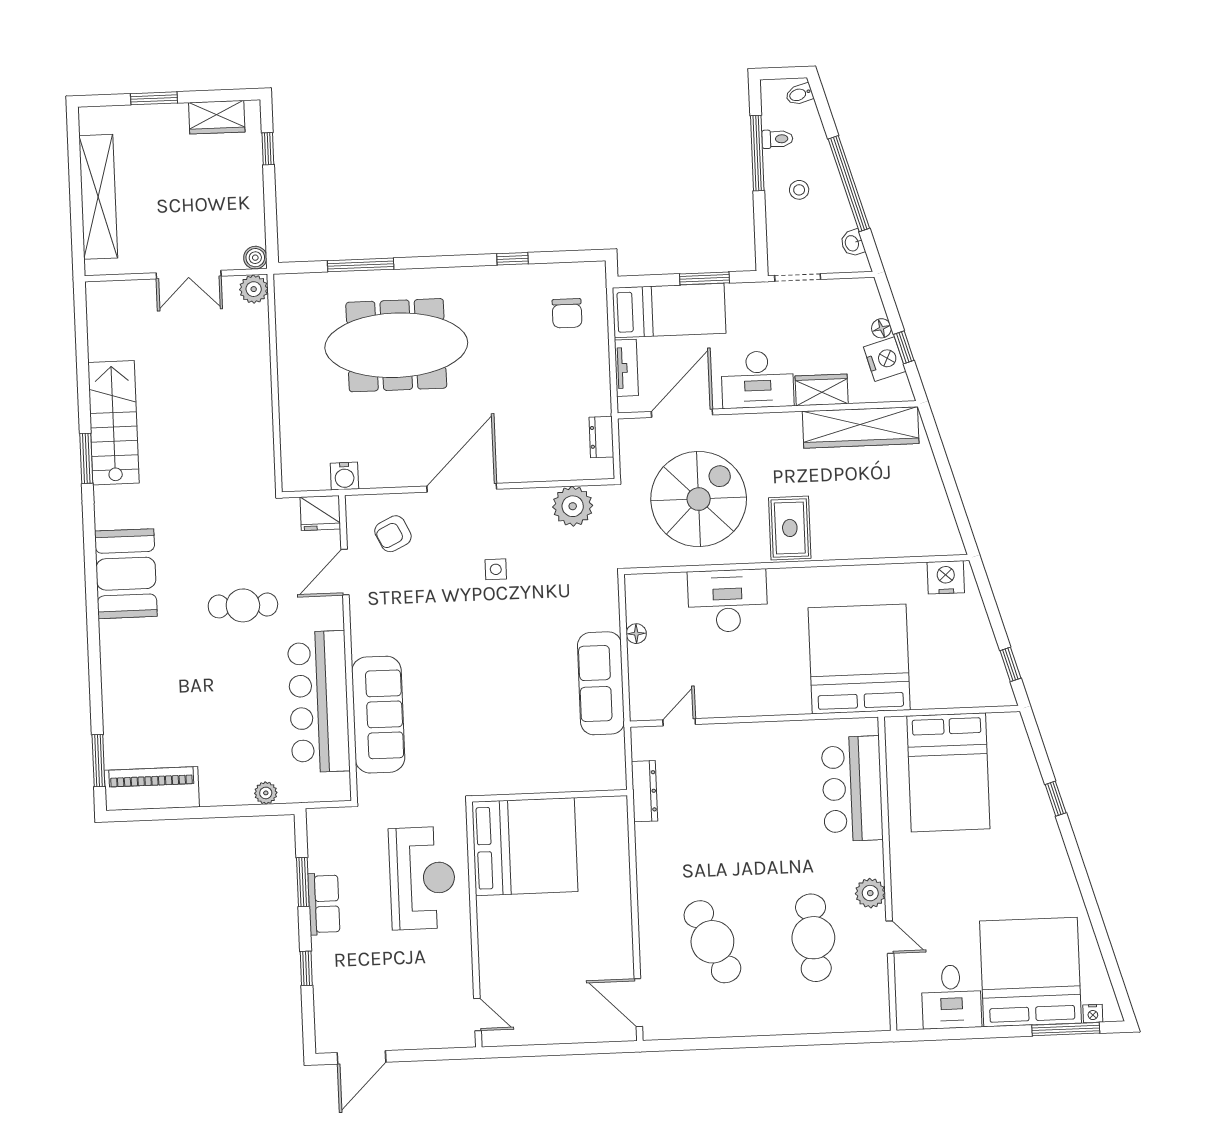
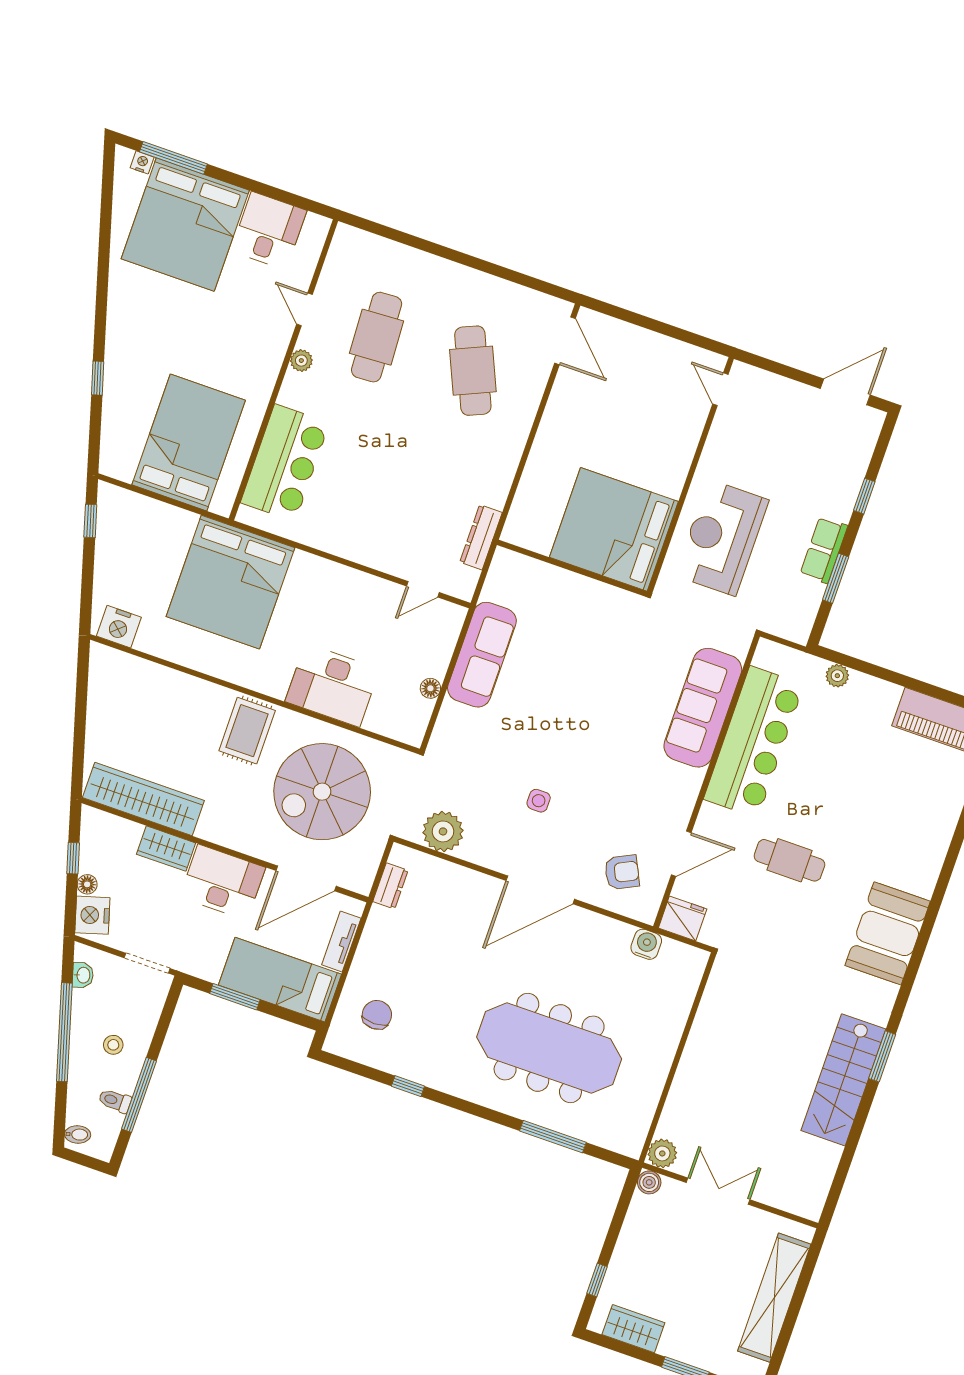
nightstand: (885, 359) -> (92, 915), moved
plant: (870, 893) -> (301, 361), width x0.73, depth x0.73

